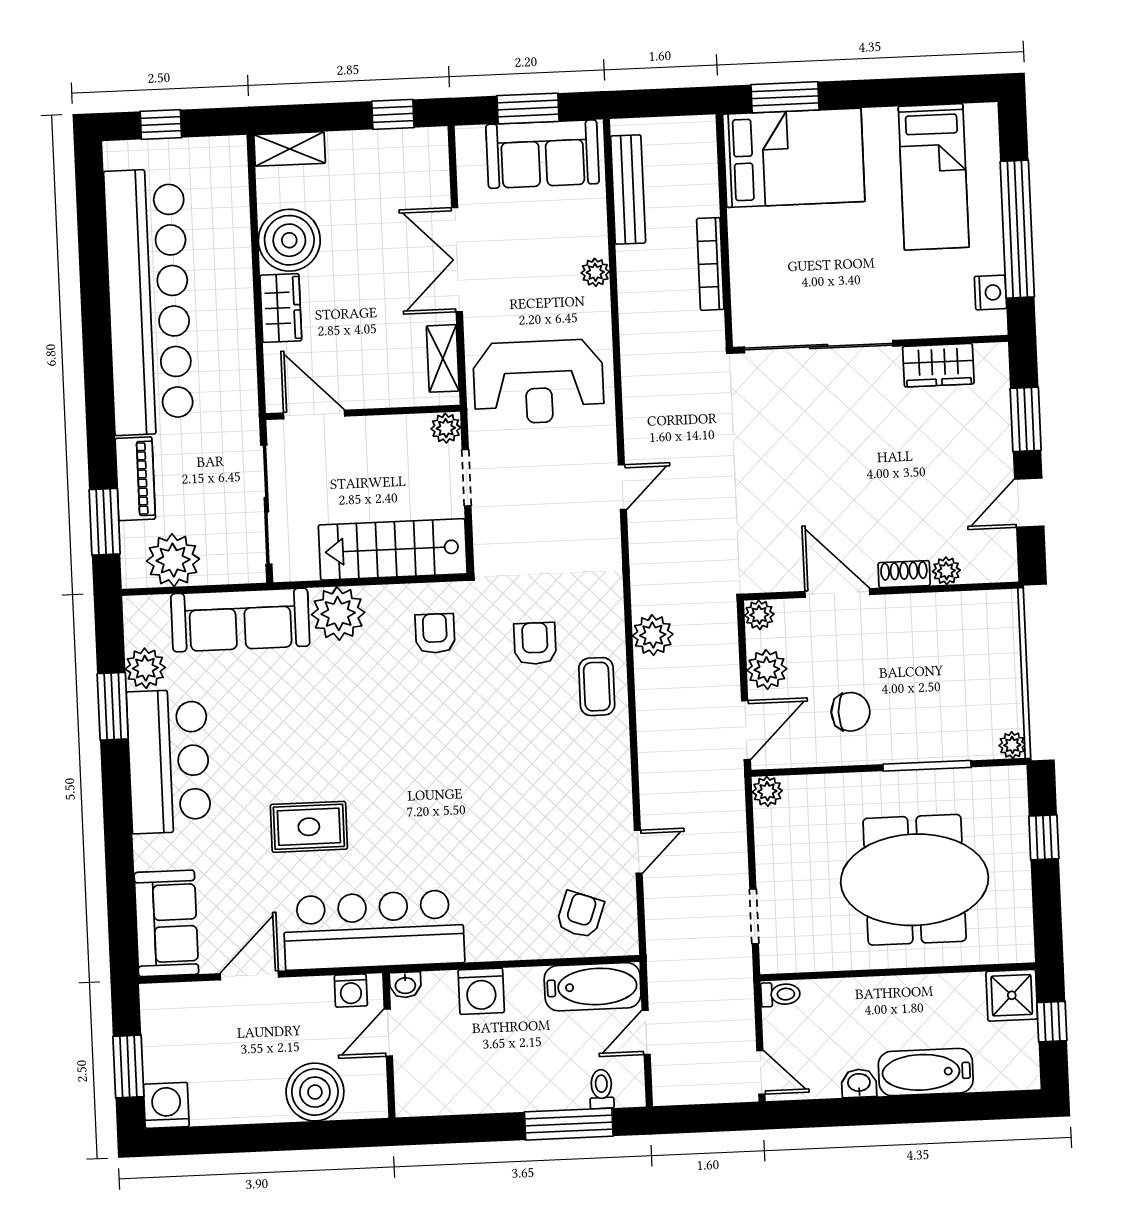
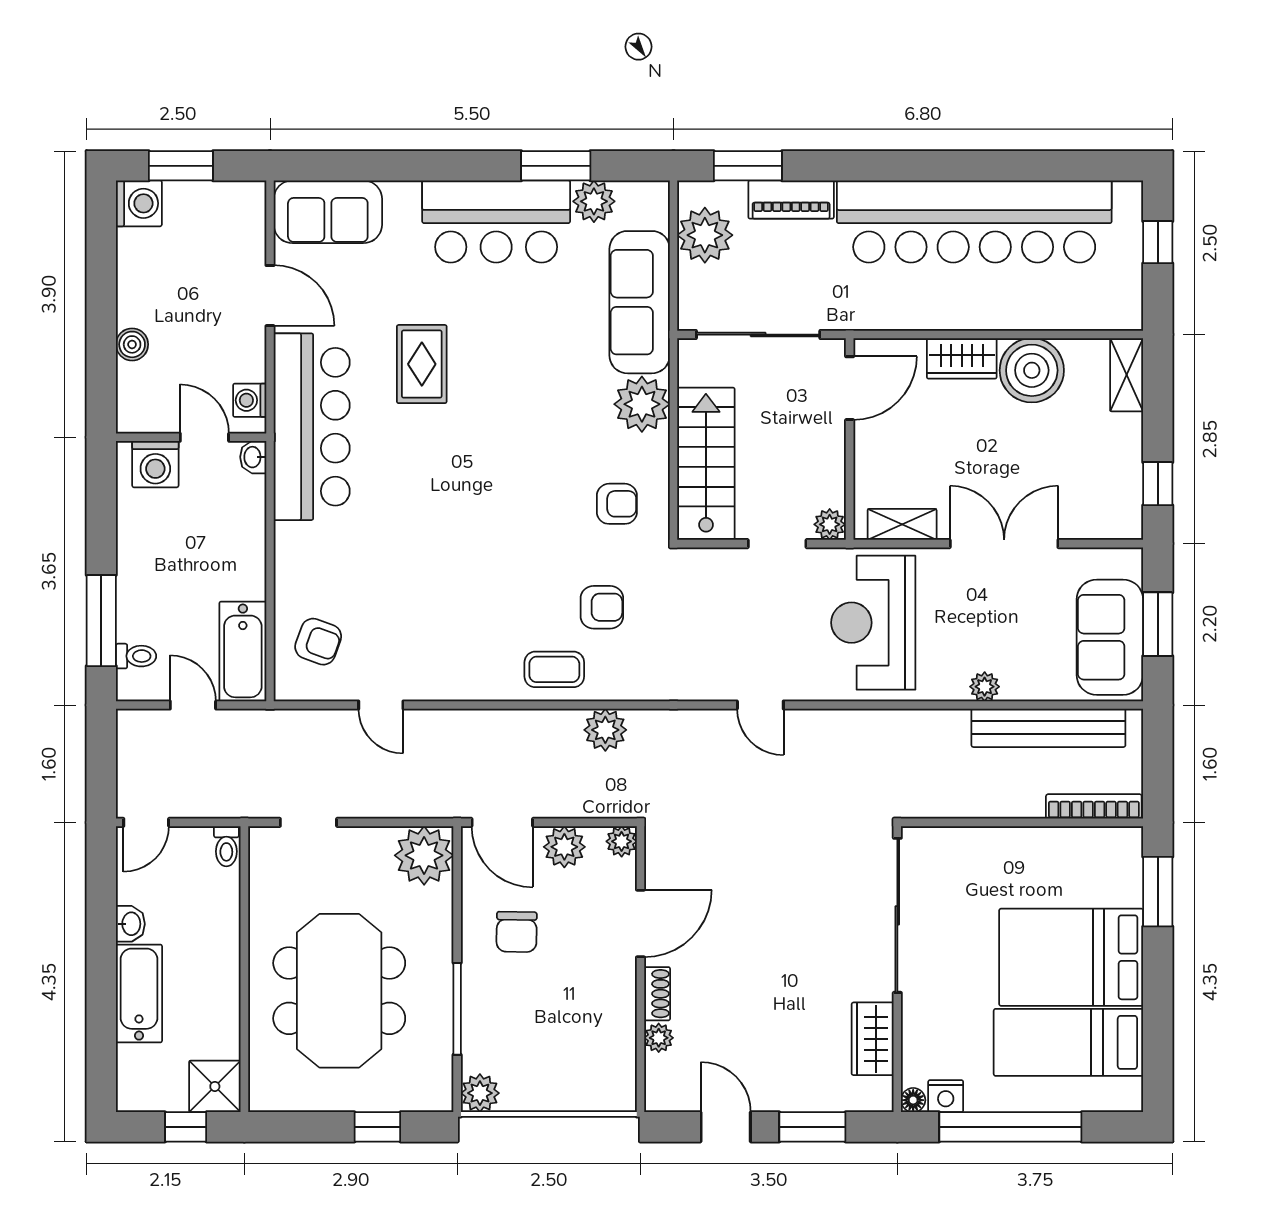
bed: (794, 158) -> (1071, 957), moved, turned 90
bench: (628, 189) -> (1048, 728), width x1.37, depth x1.21
bookcase: (710, 264) -> (1094, 806), moved
floor lamp: (996, 324) -> (913, 1100), added
plant: (1012, 745) -> (480, 1093), width x1.38, depth x1.38
plant: (767, 791) -> (424, 855), width x1.87, depth x1.87
washing machine: (481, 991) -> (155, 464), moved, turned -90
boiler: (315, 1092) -> (132, 344), width x0.54, depth x0.54

